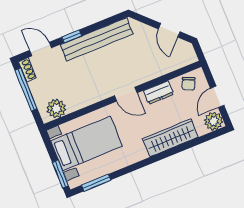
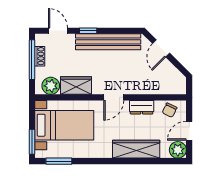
door: (169, 30) -> (161, 48), moved
shoe rack: (27, 70) -> (40, 56), moved
door: (126, 94) -> (114, 97), hinge flipped
wardrobe: (82, 98) -> (76, 86), added

